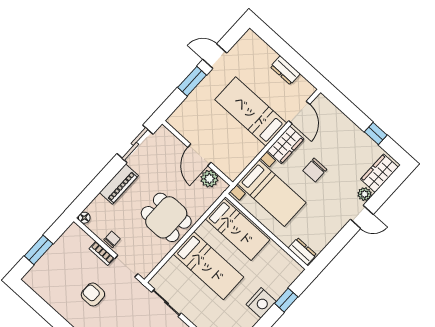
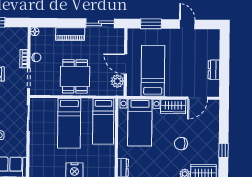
window: (192, 81) -> (151, 24), moved
bed: (251, 111) -> (153, 71), moved
door: (199, 155) -> (126, 64), hinge flipped
chair: (315, 170) -> (181, 144), moved

